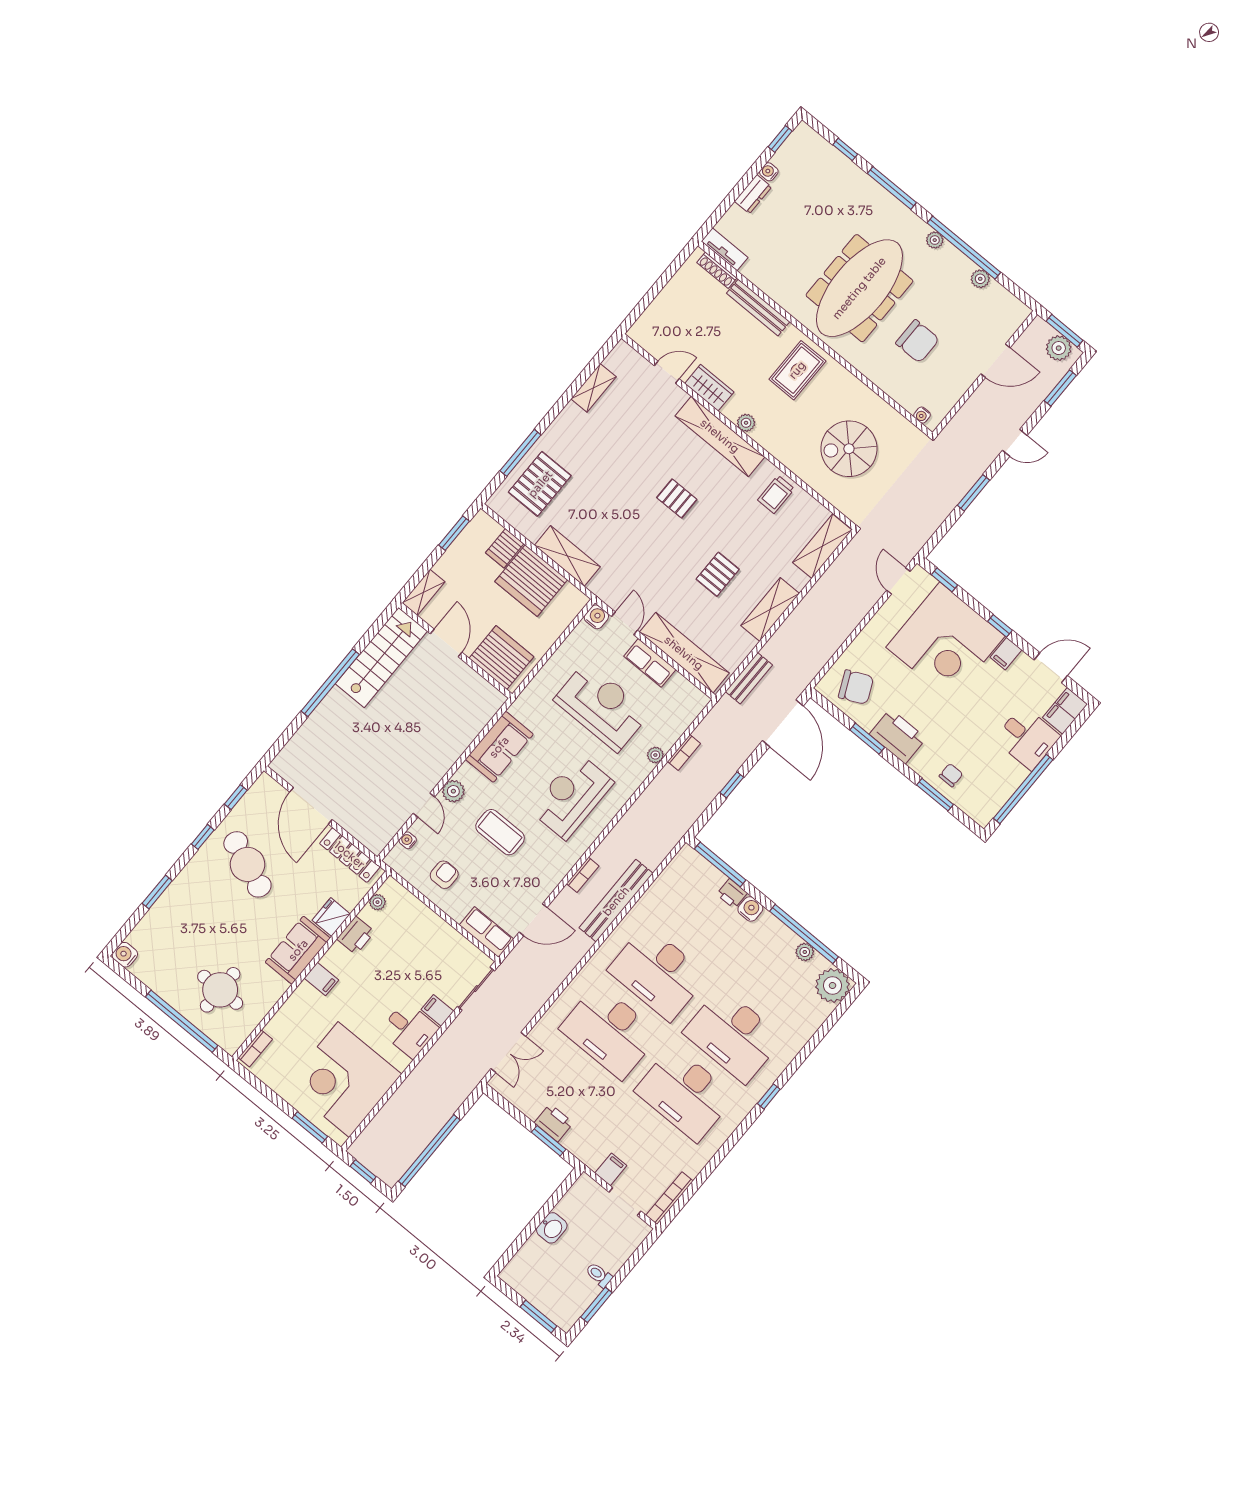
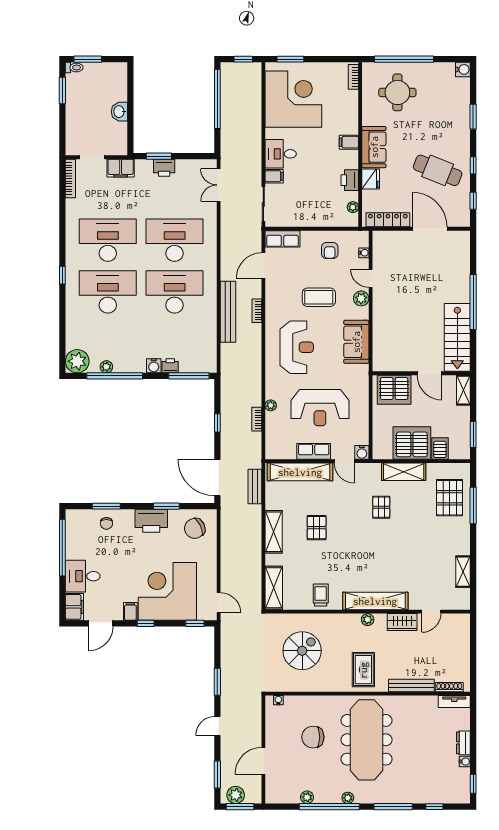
pallet: (677, 499) -> (381, 507), moved, turned 90
filing cabinet: (611, 1169) -> (121, 168), width x2.00
toilet: (599, 1275) -> (74, 67), moved

